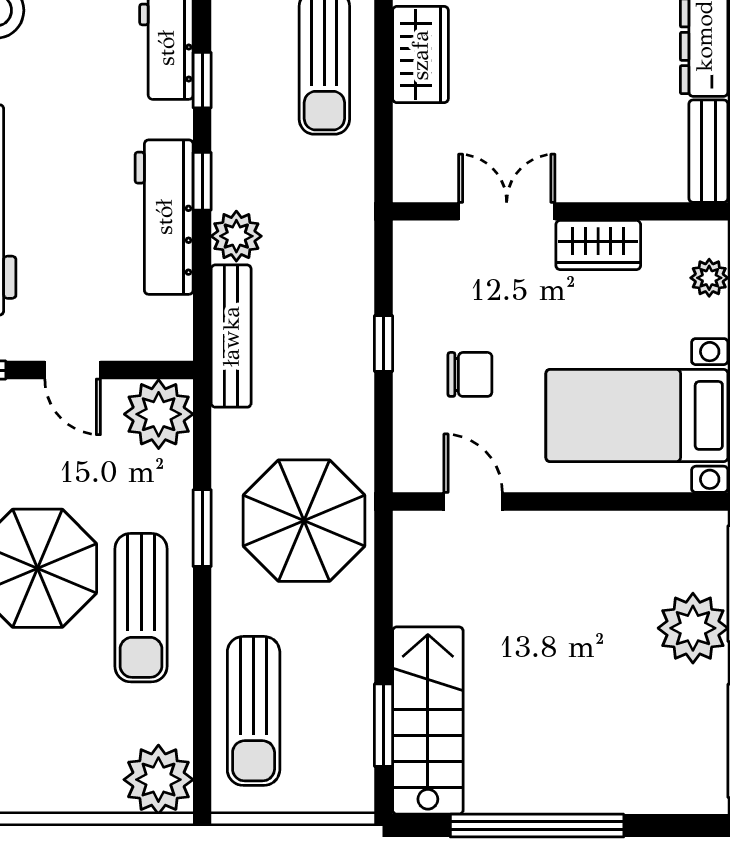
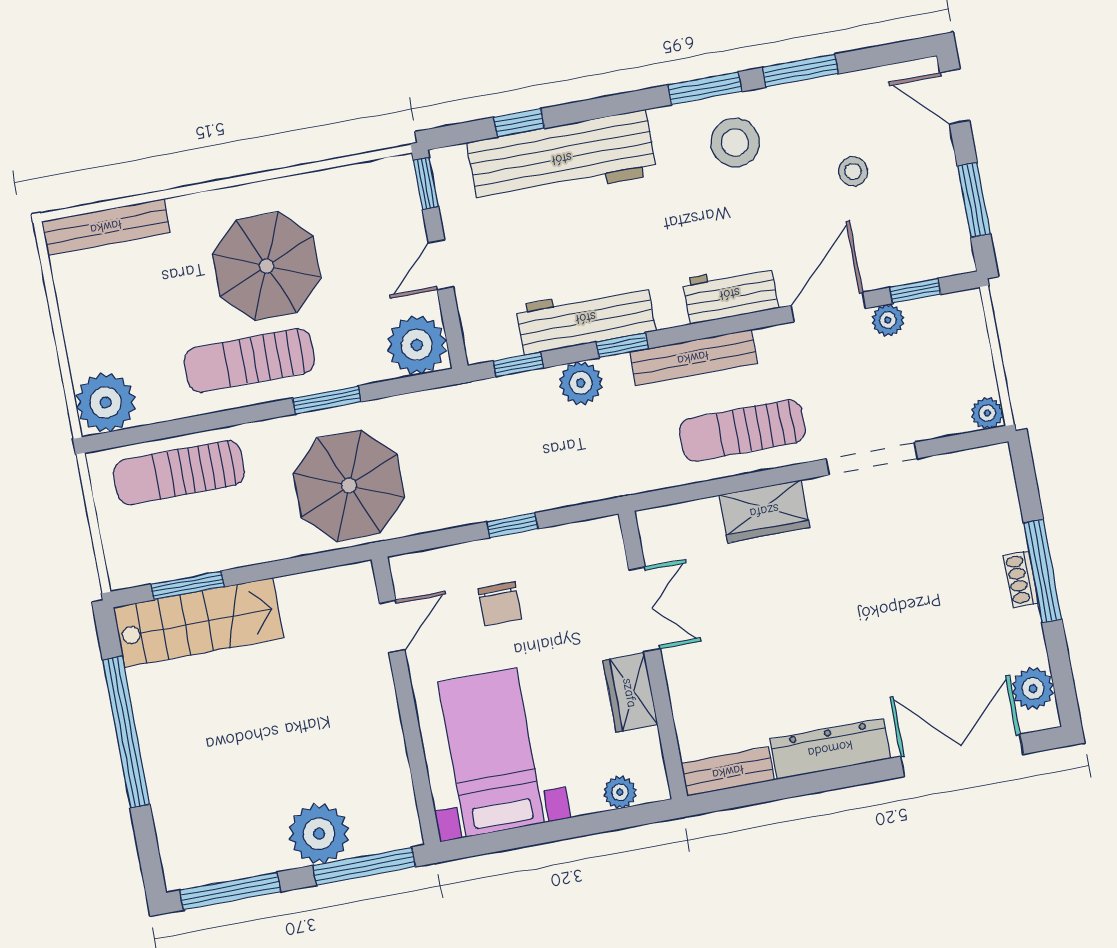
window: (202, 80) -> (518, 364), moved
bench: (231, 336) -> (693, 358), moved

